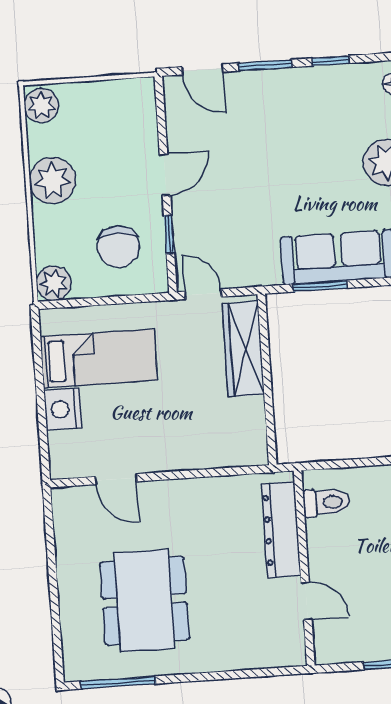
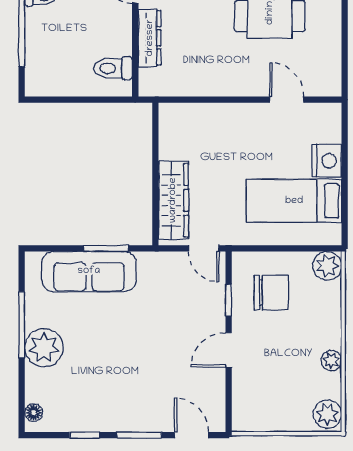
plant: (53, 180) -> (331, 360), width x0.53, depth x0.53
chair: (118, 247) -> (271, 293), turned 90
dresser: (281, 530) -> (150, 38), width x0.73, depth x0.80

